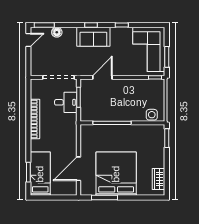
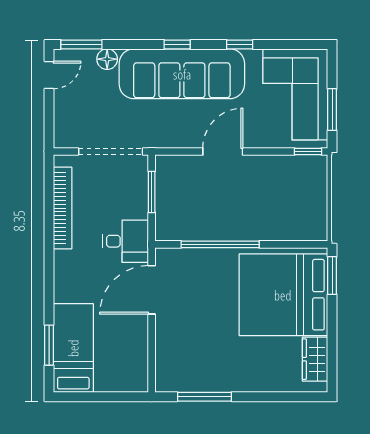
sofa: (93, 37) -> (182, 74), width x1.85, depth x1.27
door: (102, 77) -> (223, 152), moved
desk: (66, 102) -> (126, 241), moved
side table: (152, 115) -> (301, 228), removed
bookcase: (35, 119) -> (63, 208), moved
door: (79, 169) -> (152, 290), moved
bed: (116, 174) -> (283, 295), moved, turned -90

